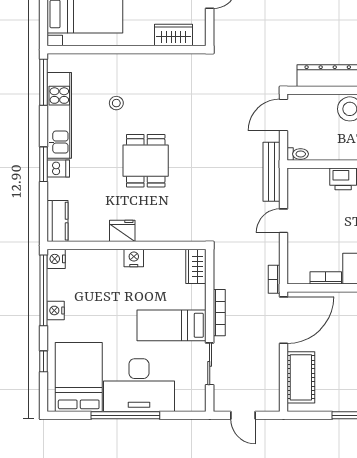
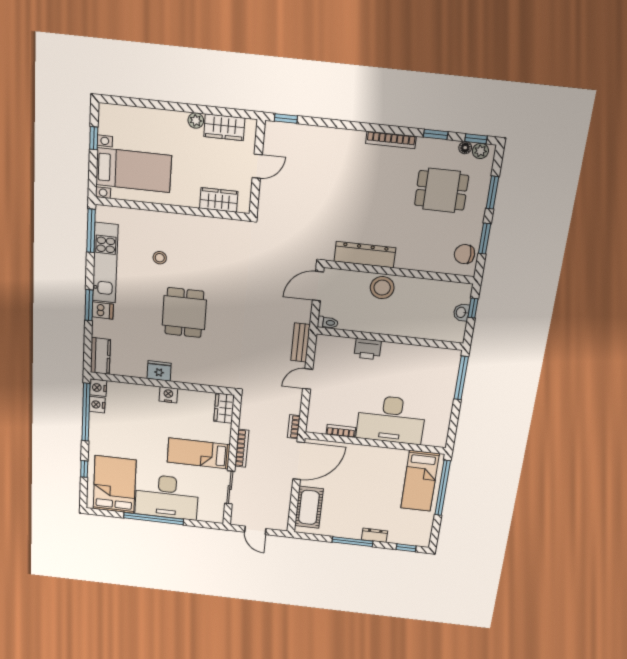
bench: (272, 172) -> (300, 342), width x0.73
nightstand: (56, 310) -> (97, 405), moved

